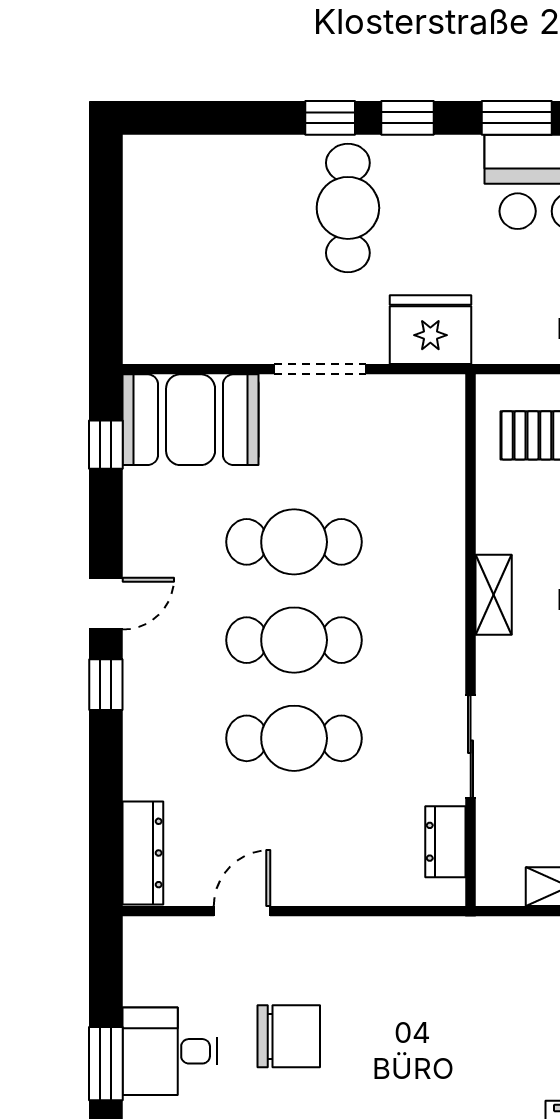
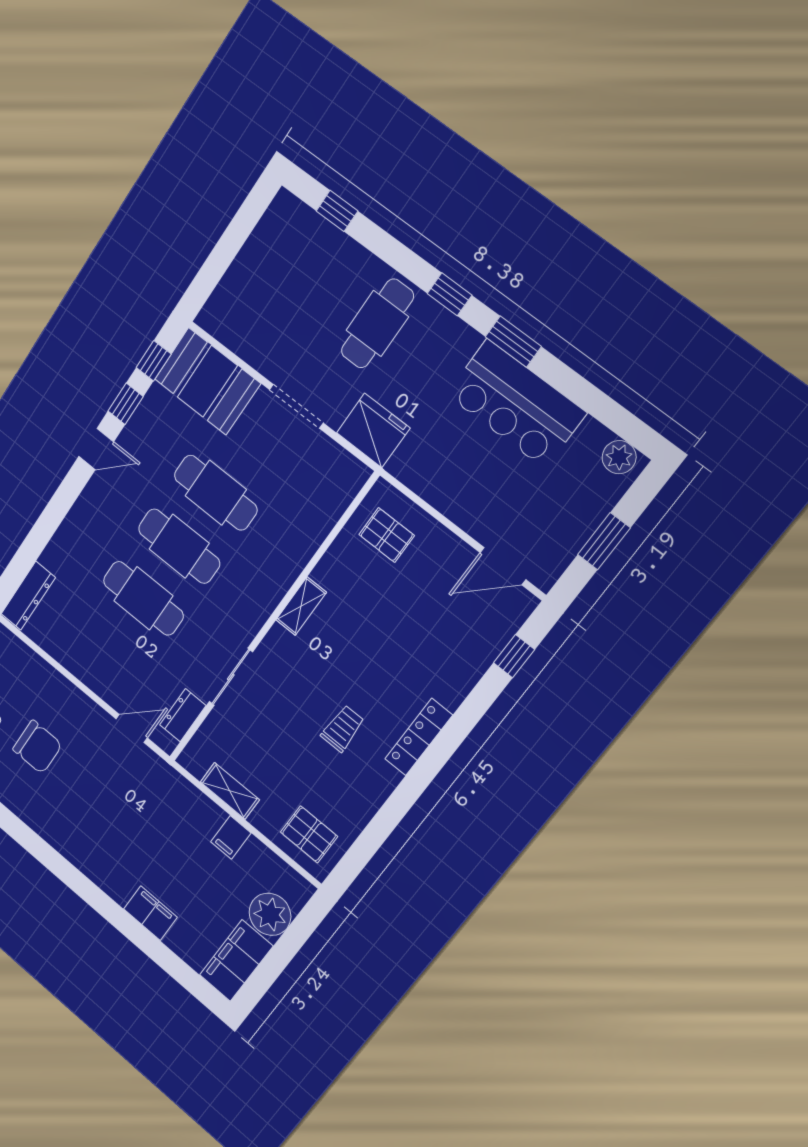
window: (330, 118) -> (337, 211), moved
window: (106, 685) -> (126, 404), moved
door: (242, 911) -> (132, 728), moved

